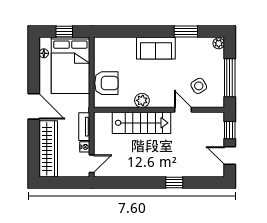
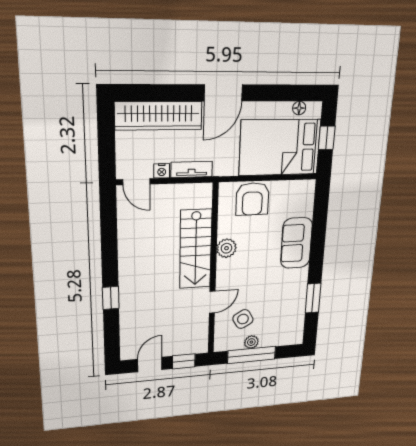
plant: (219, 43) -> (251, 342), moved
sofa: (156, 48) -> (296, 243), moved

